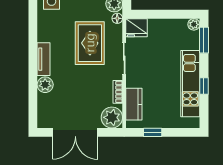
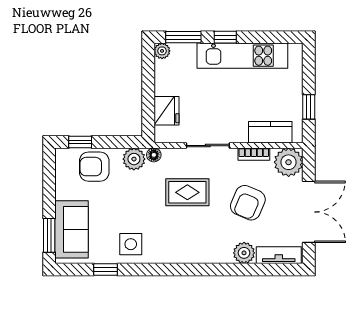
fridge: (136, 28) -> (166, 111), moved
rug: (90, 43) -> (187, 192), width x0.73, depth x0.70
tv unit: (44, 59) -> (279, 255), moved
window: (204, 86) -> (225, 37), moved
armchair: (82, 88) -> (248, 203), added

